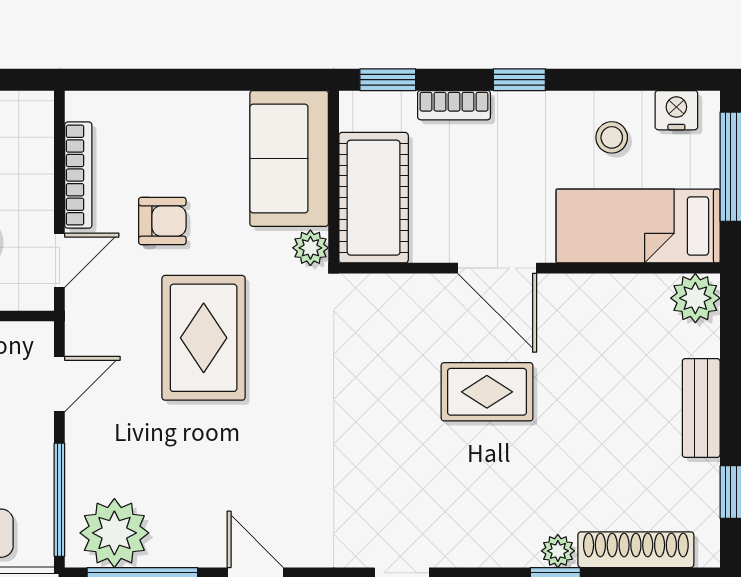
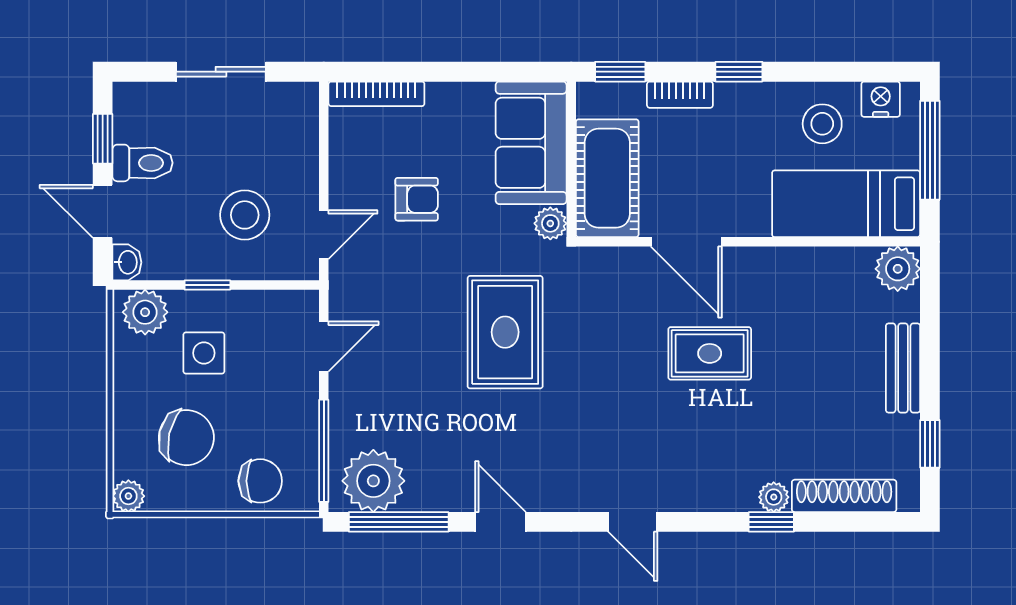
stool: (612, 137) -> (822, 124), width x1.37, depth x1.37
bookcase: (78, 175) -> (376, 94), moved, turned 90
door: (497, 268) -> (686, 242), moved
rug: (204, 338) -> (505, 332), moved

